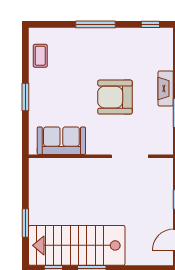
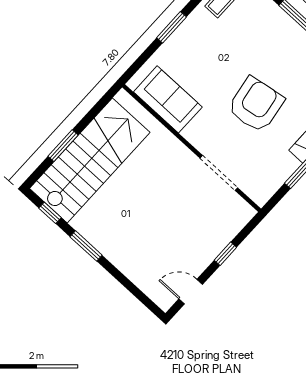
armchair: (115, 97) -> (256, 105), turned 81
stairs: (77, 245) -> (90, 160), moved, turned 90

